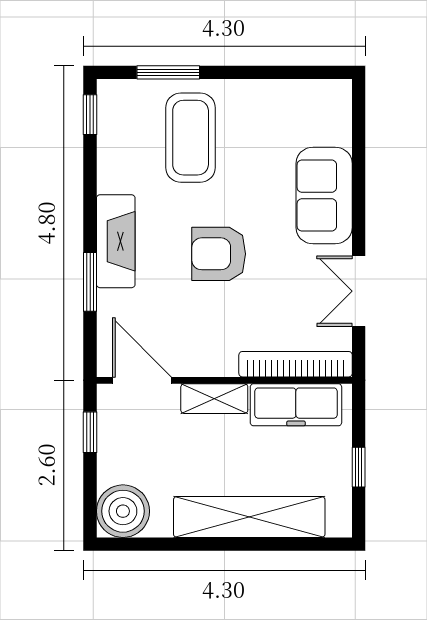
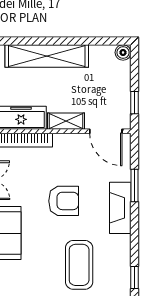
boiler: (123, 511) -> (123, 52), width x0.54, depth x0.54

